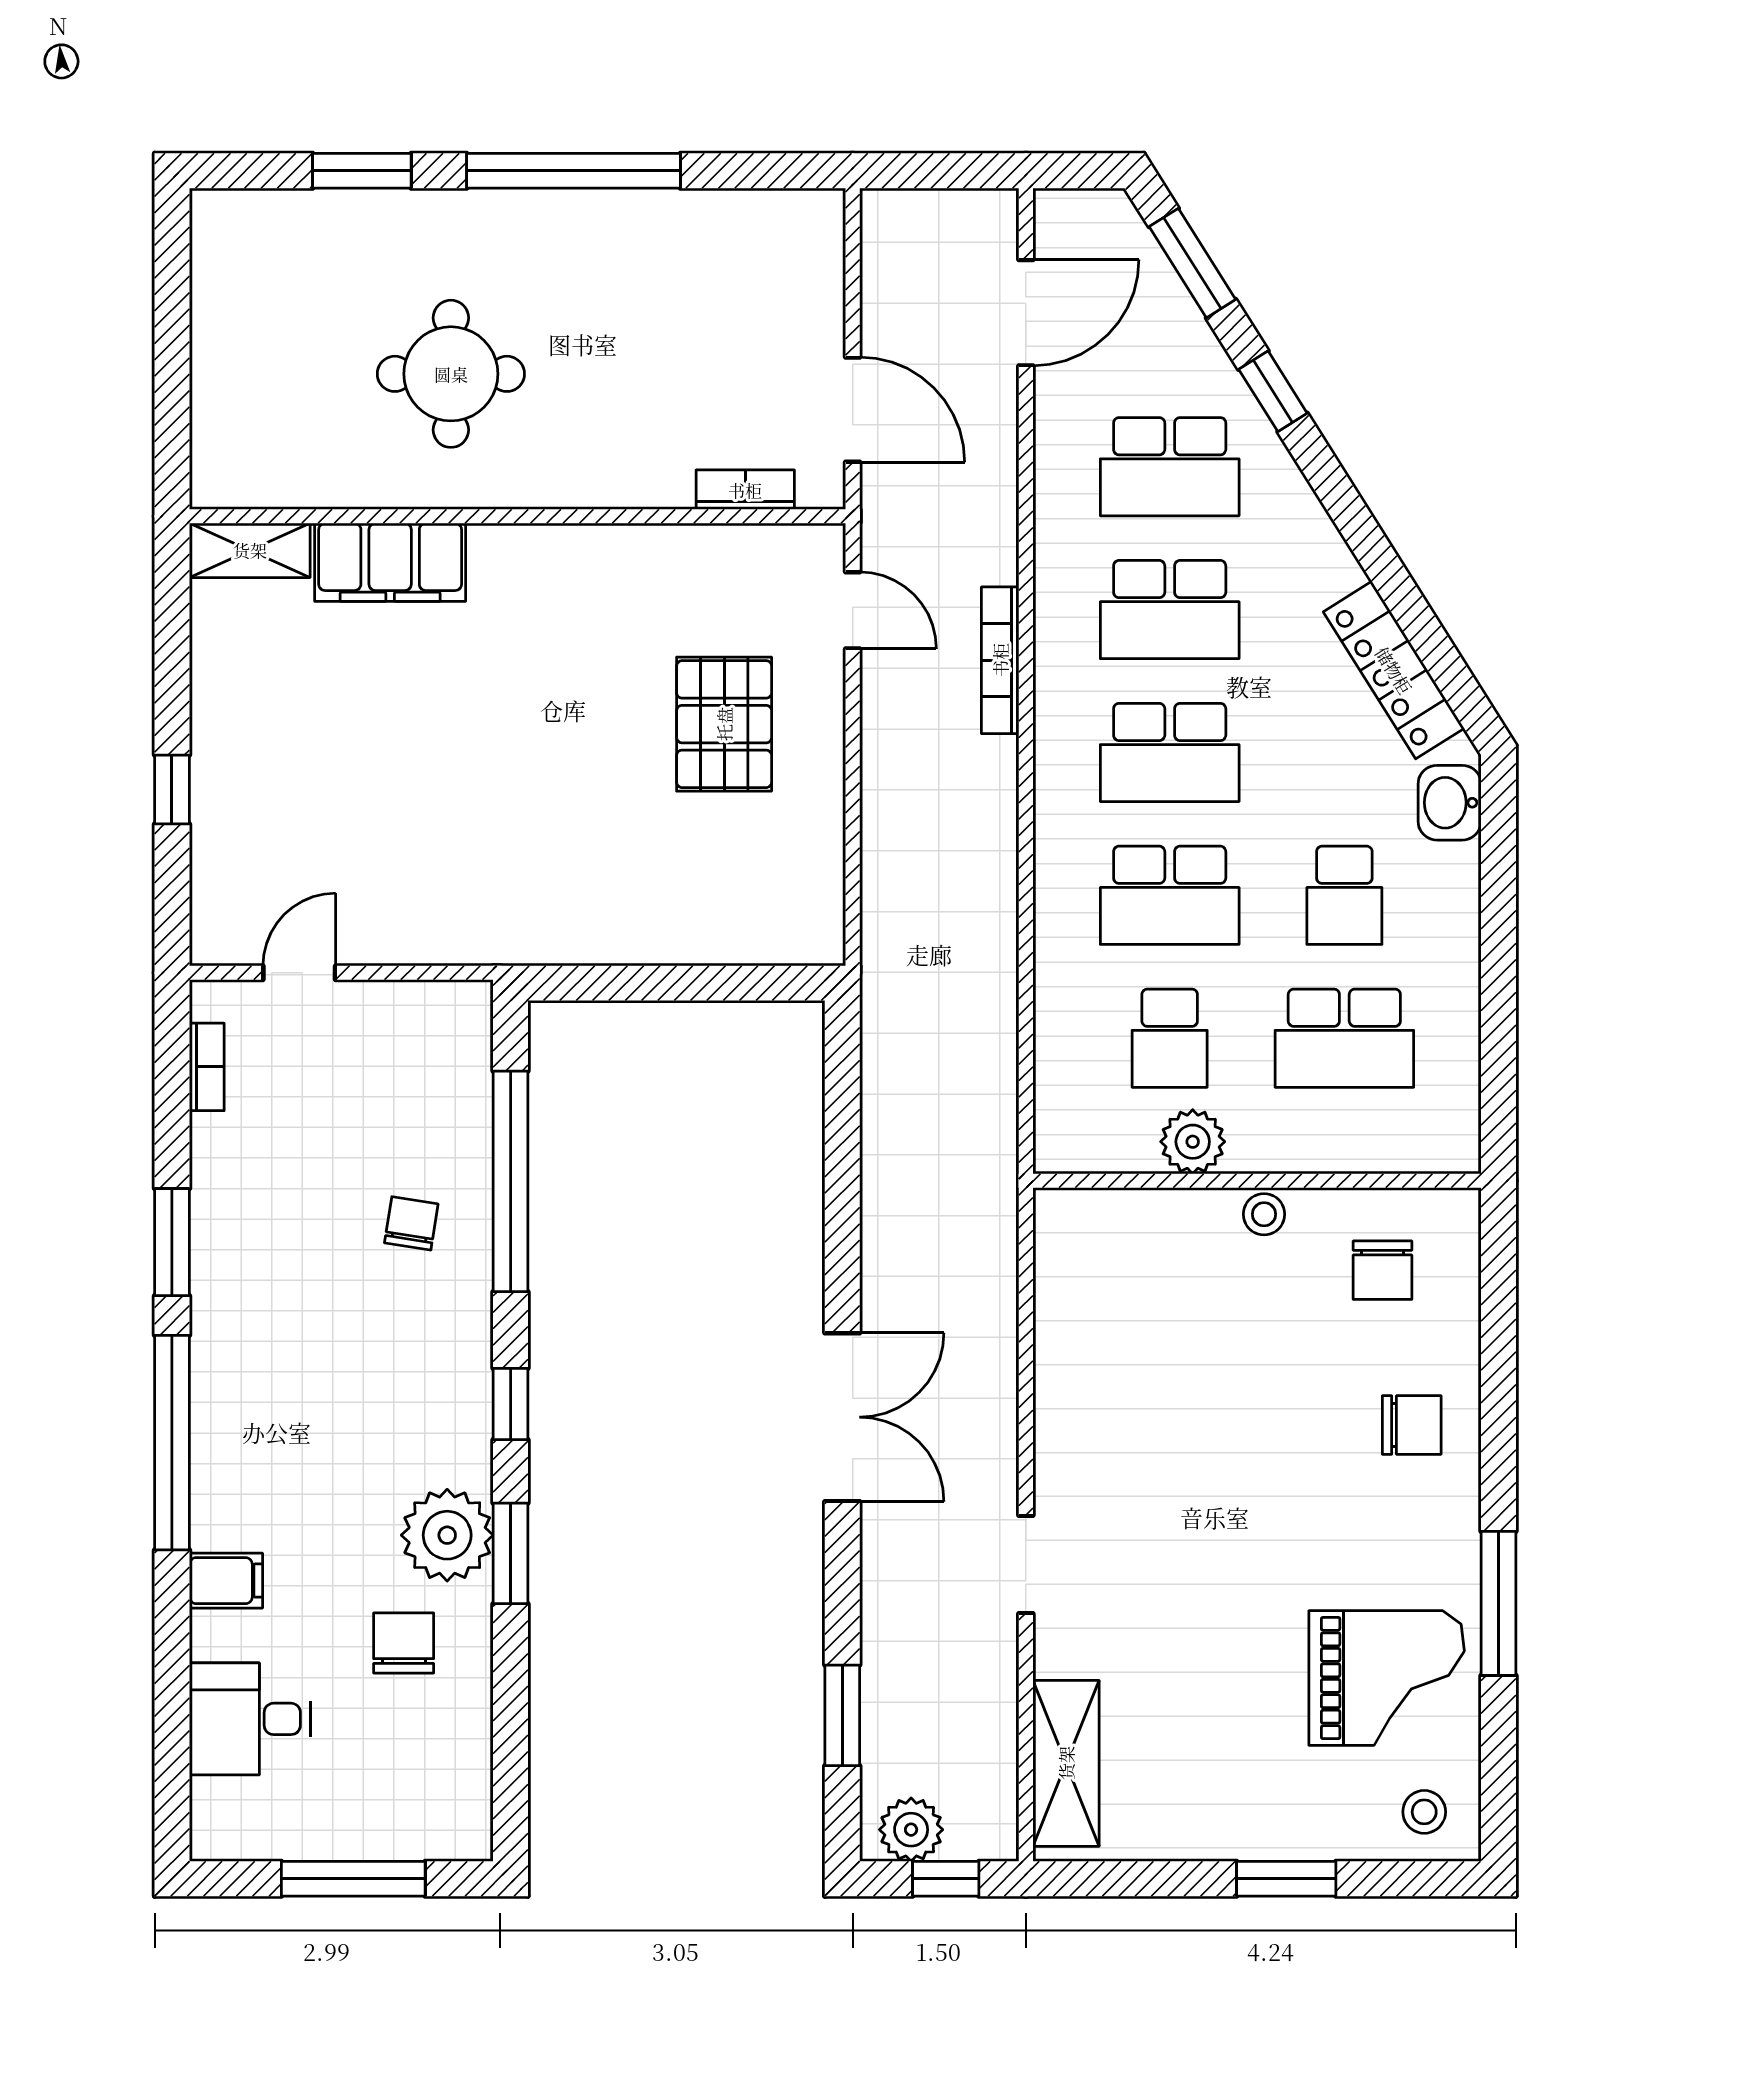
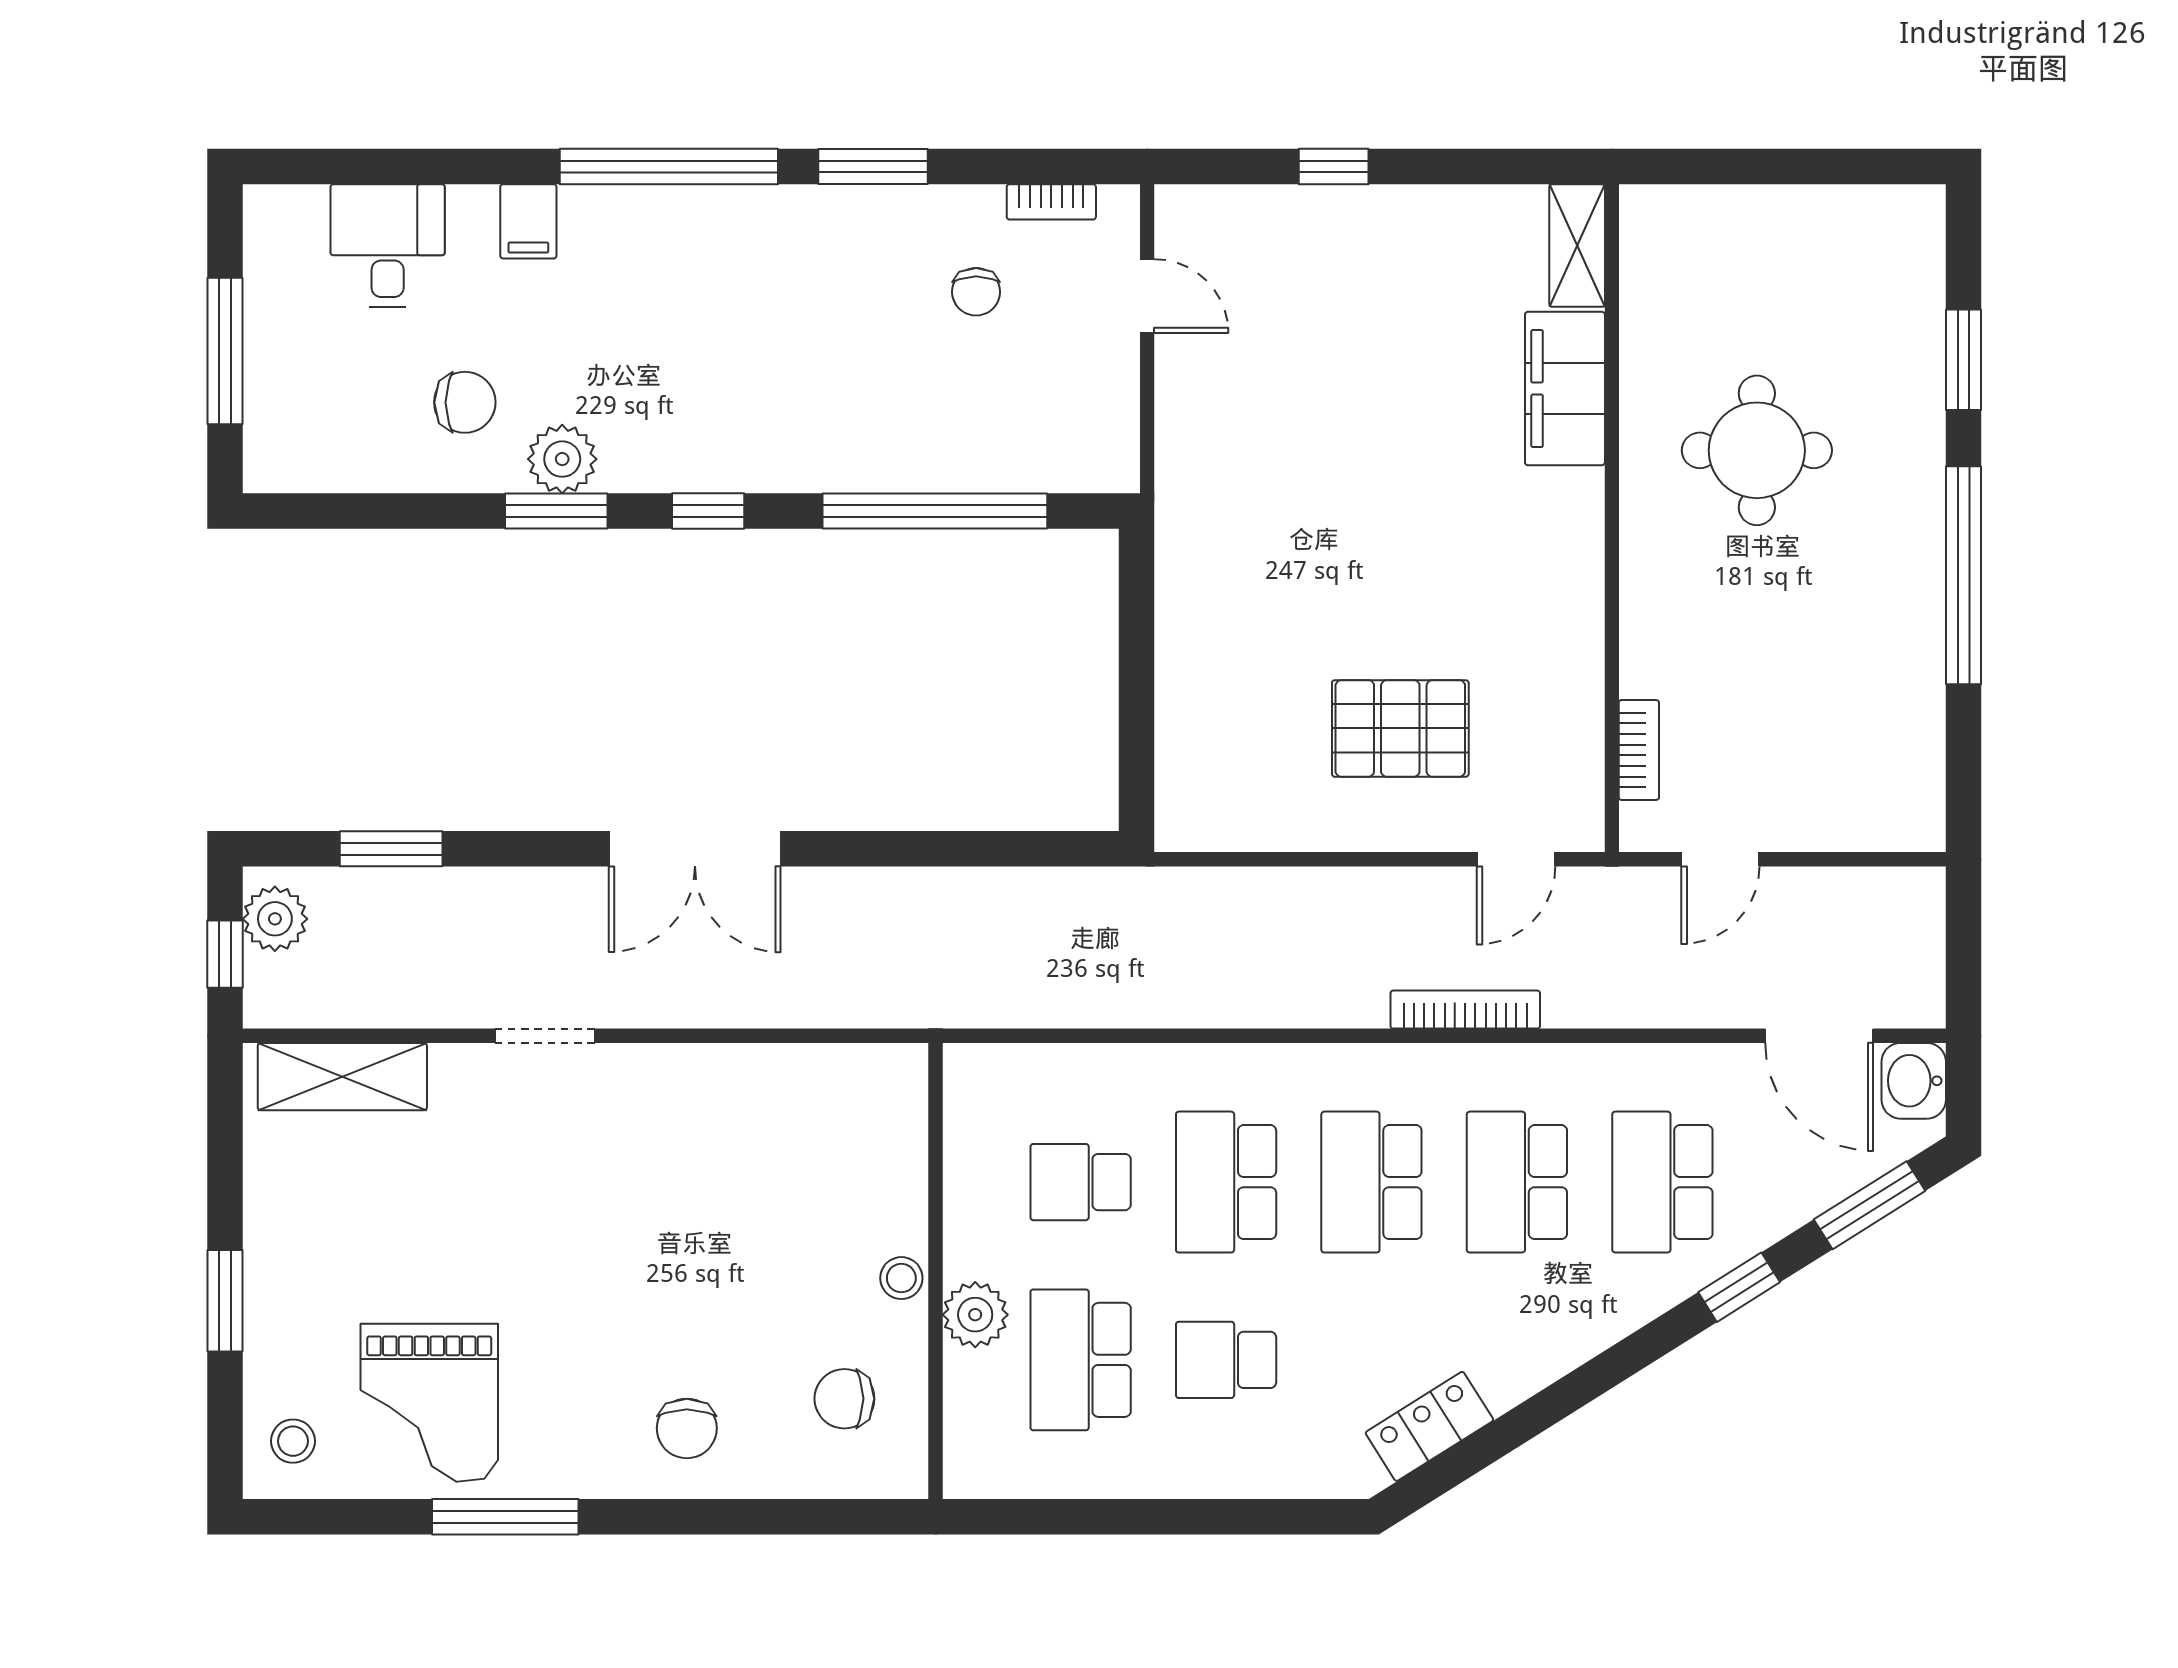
door: (853, 410) -> (1720, 859), width x0.73
locker: (1394, 670) -> (1429, 1426), width x0.66
washbasin: (1450, 803) -> (1914, 1081), moved, turned -90
plant: (1193, 1142) -> (975, 1315), moved
chair: (411, 1223) -> (976, 292), moved, turned 81
plant: (447, 1535) -> (562, 459), width x0.73, depth x0.73

